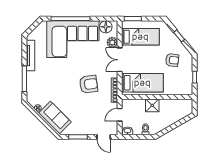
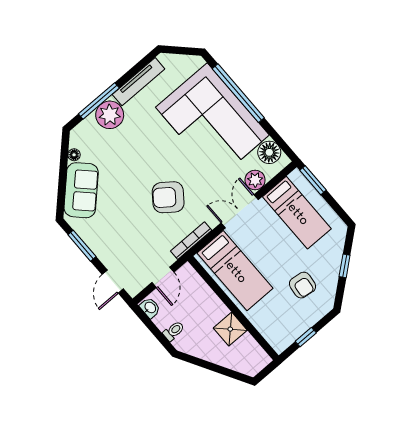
plant: (34, 79) -> (110, 115), added
armchair: (89, 84) -> (168, 197), turned 135
shower: (152, 105) -> (230, 329), moved
door: (120, 115) -> (163, 277), swing flipped

